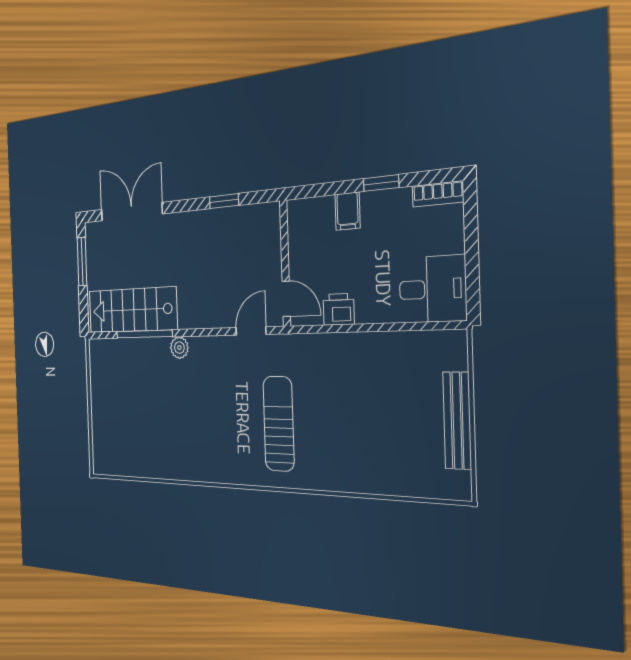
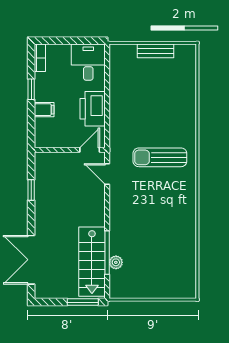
window: (82, 262) -> (83, 302), moved
printer: (339, 309) -> (93, 109), width x1.87, depth x1.48
plant: (179, 348) -> (116, 262), moved
bench: (457, 421) -> (155, 51), width x0.73

